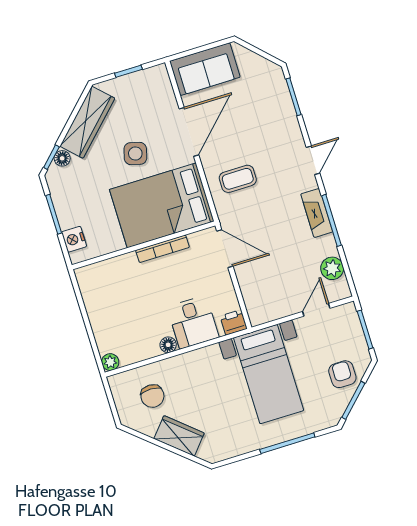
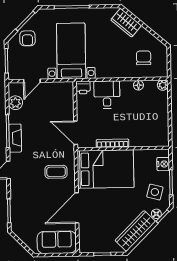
side table: (135, 154) -> (155, 192), moved
floor lamp: (168, 345) -> (138, 85), moved
wardrobe: (179, 436) -> (126, 23), moved

